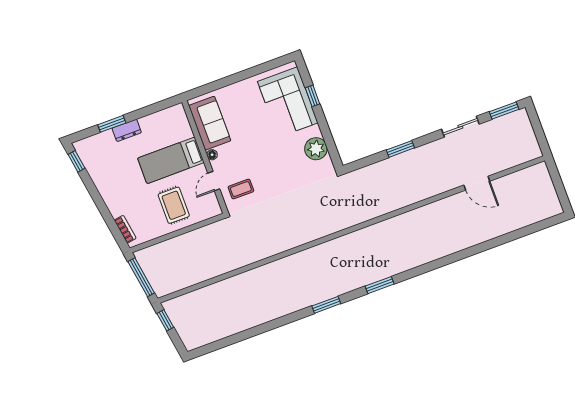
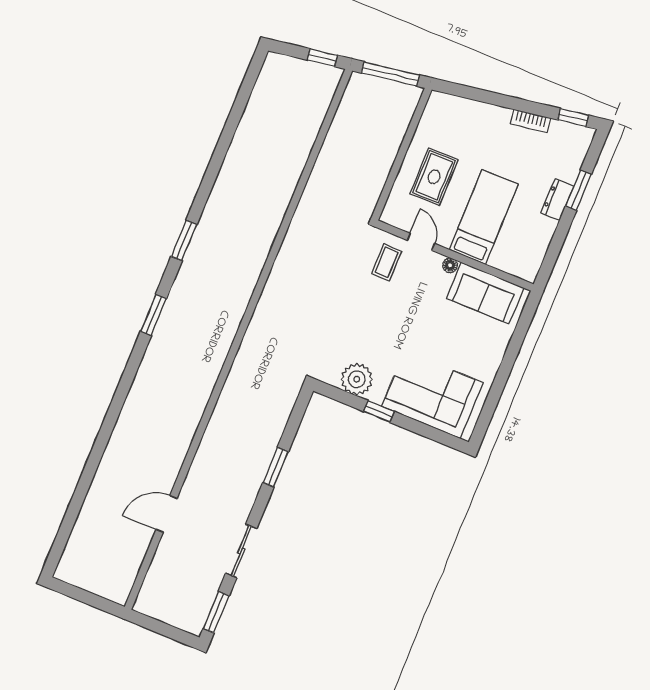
window: (312, 96) -> (379, 411), moved
rug: (174, 205) -> (434, 177), turned 90
bookcase: (125, 229) -> (531, 121), moved

